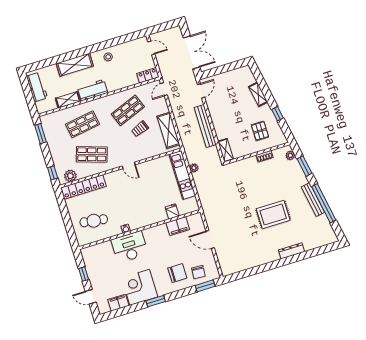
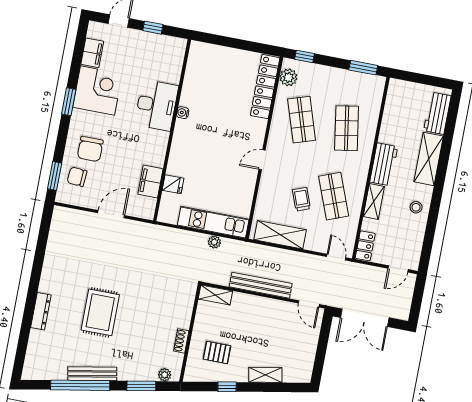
workbench: (37, 87) -> (437, 113), moved, turned 90
shelving: (68, 100) -> (374, 201), moved
shop shelf: (92, 154) -> (302, 120), turned -36
cafe table: (94, 221) -> (215, 77), removed

